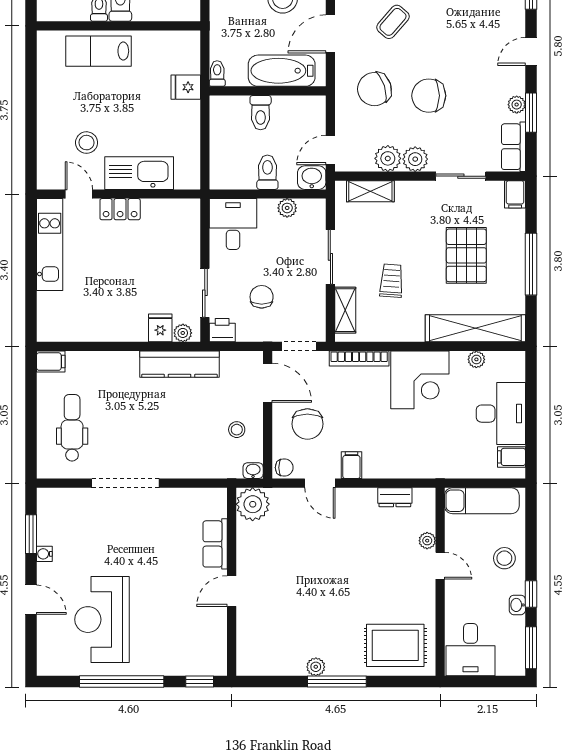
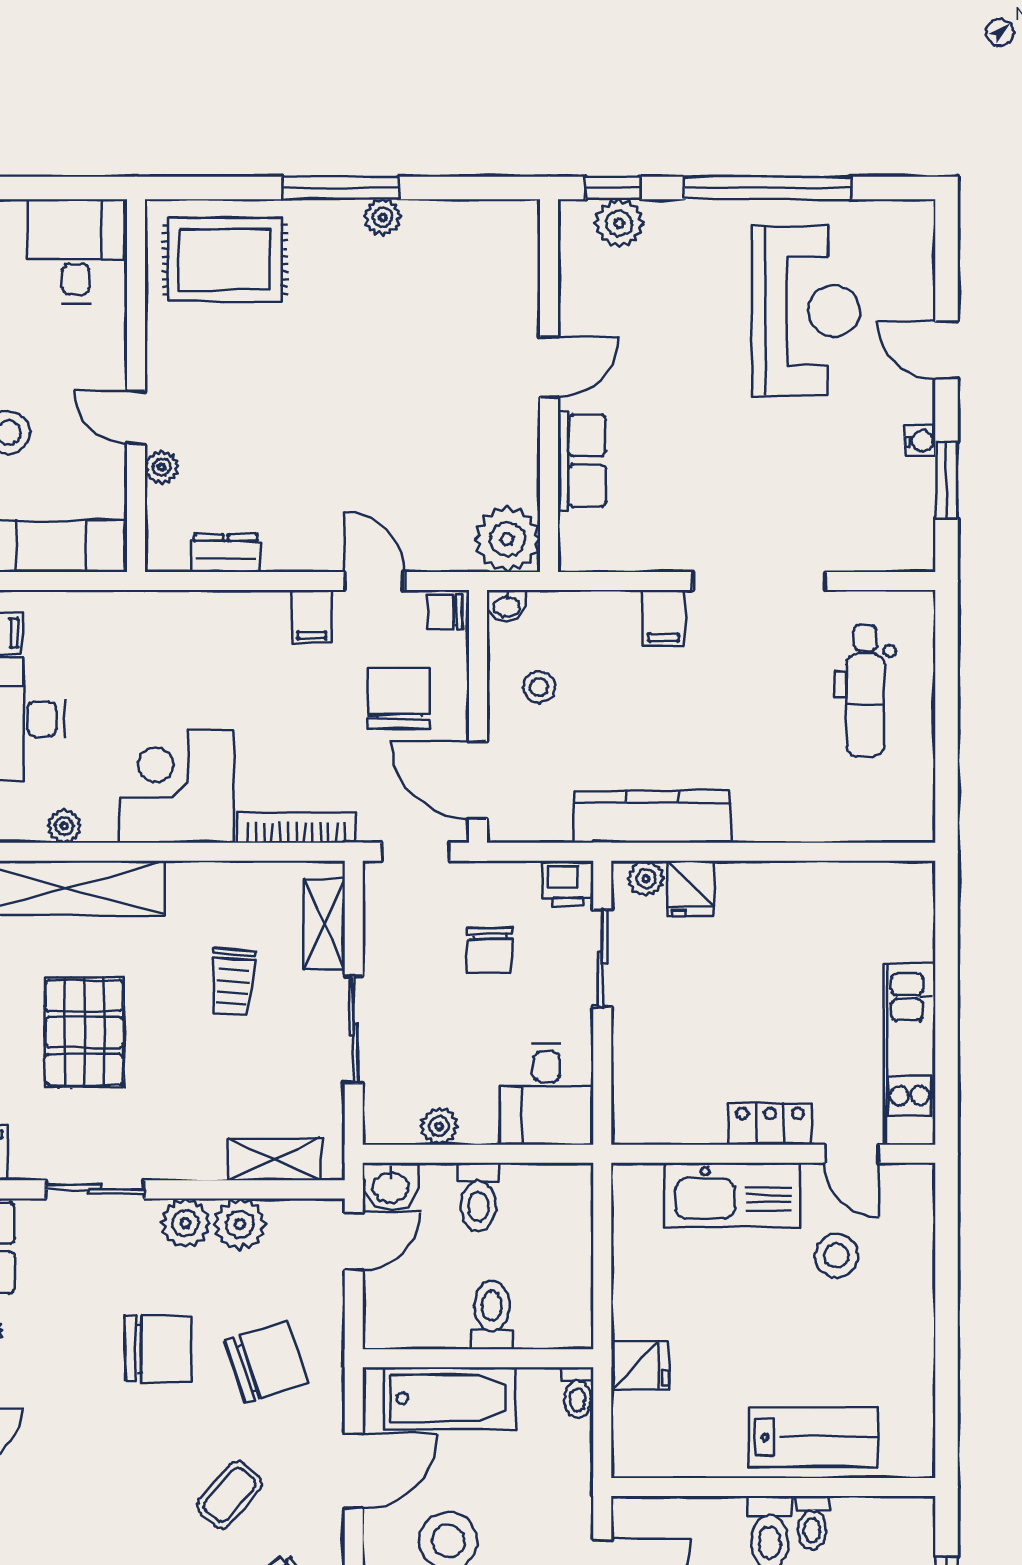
filing cabinet: (51, 362) -> (664, 618), moved, turned -90
plant: (196, 664) -> (619, 223), added

